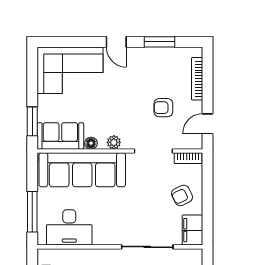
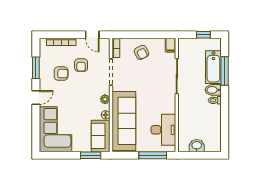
armchair: (151, 79) -> (61, 74), added
filing cabinet: (192, 230) -> (171, 45), width x0.50

